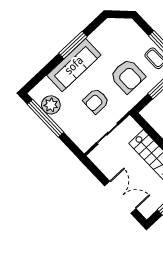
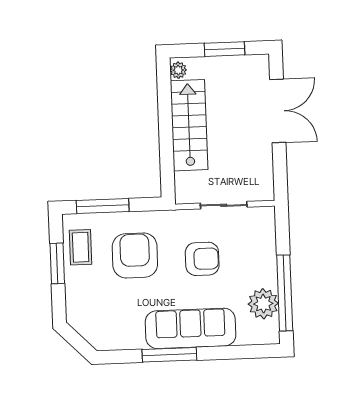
double door: (120, 197) -> (278, 111), swing flipped

